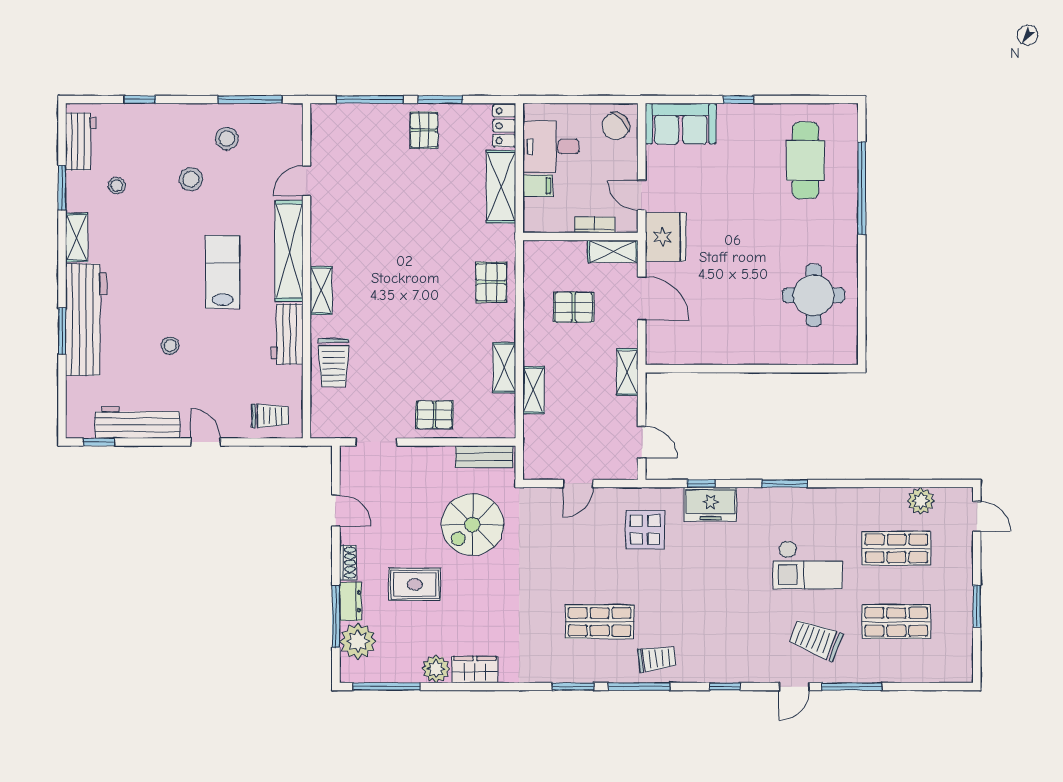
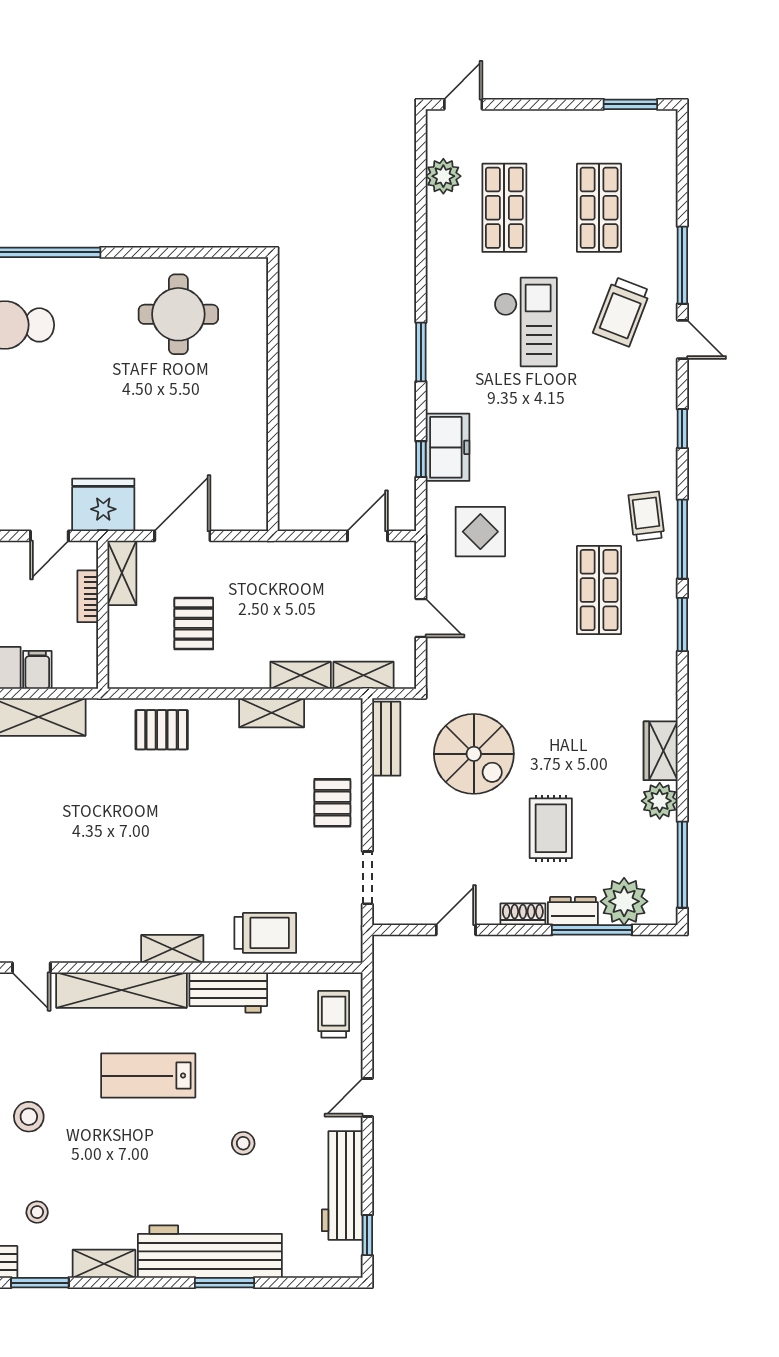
shelving: (627, 372) -> (364, 675), moved
window: (977, 606) -> (630, 104), moved

